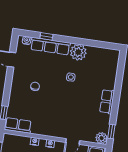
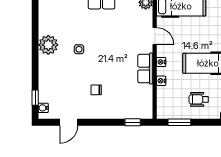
window: (46, 36) -> (35, 98), moved
row of seats: (50, 46) -> (46, 79), removed
row of seats: (18, 125) -> (145, 69), moved

